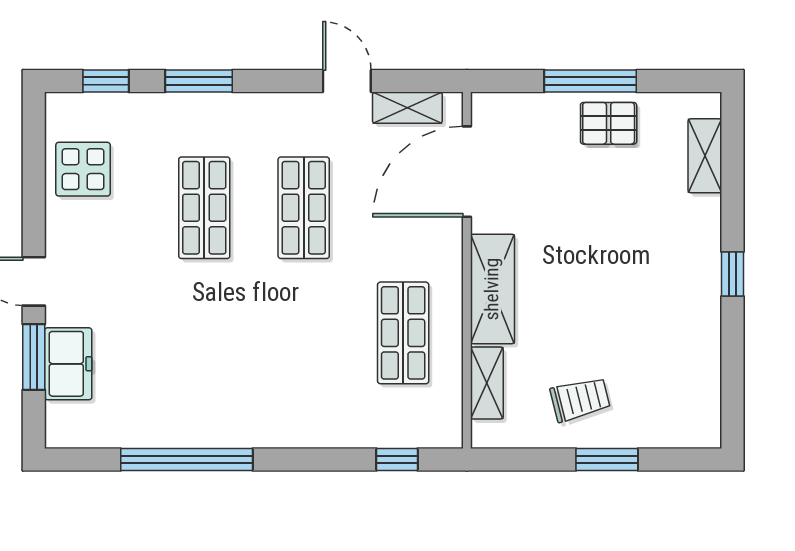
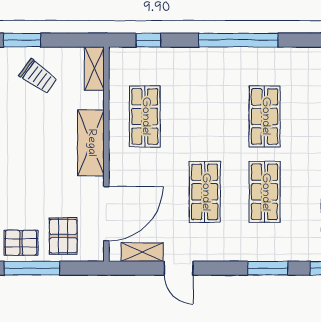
pallet: (538, 134) -> (63, 236), added
shop shelf: (204, 333) -> (265, 116), added
shelving: (487, 383) -> (94, 69), moved
trolley: (580, 399) -> (38, 76), turned -130
window: (187, 460) -> (238, 40), moved

